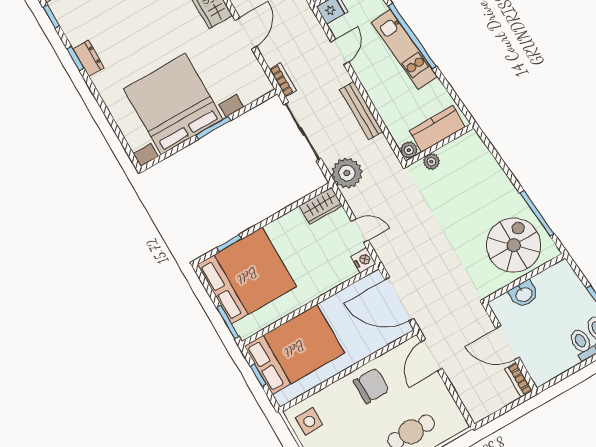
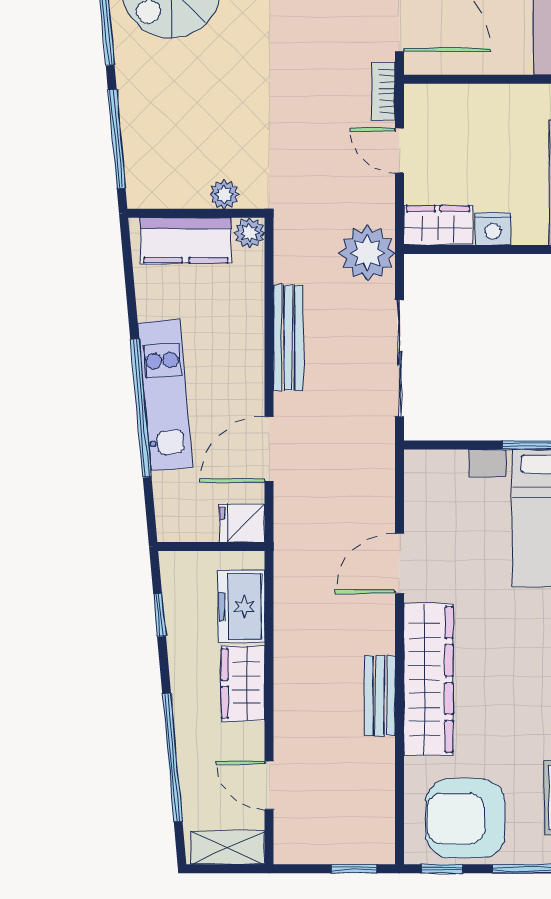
door: (340, 52) -> (269, 449), width x1.38
bookcase: (283, 80) -> (383, 91), moved
window: (498, 158) -> (117, 139), added
nightstand: (363, 260) -> (493, 229), moved, turned -90

